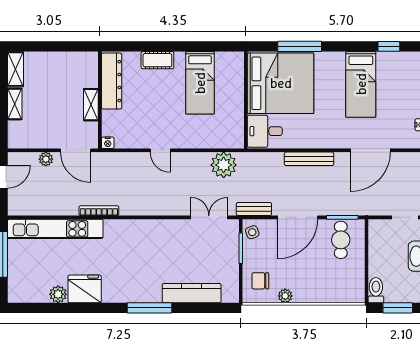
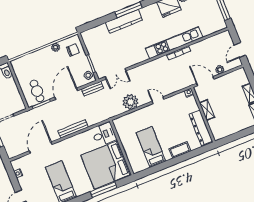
plant: (224, 165) -> (130, 102), moved
kitchen unit: (55, 229) -> (174, 43), moved
kitchen counter: (192, 293) -> (124, 21), moved

